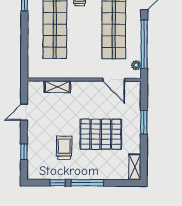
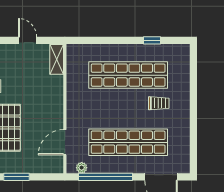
shelving: (57, 87) -> (57, 59), moved

